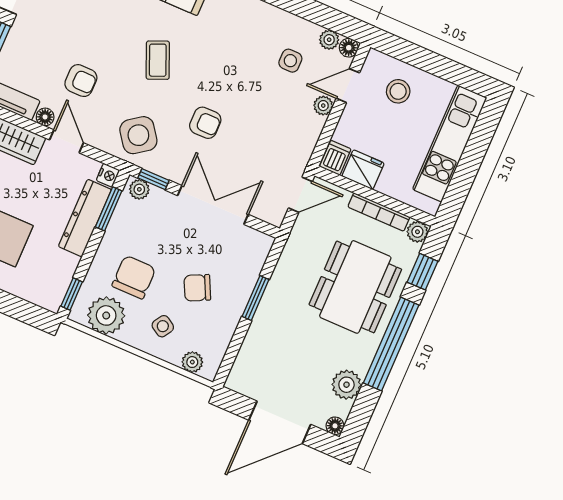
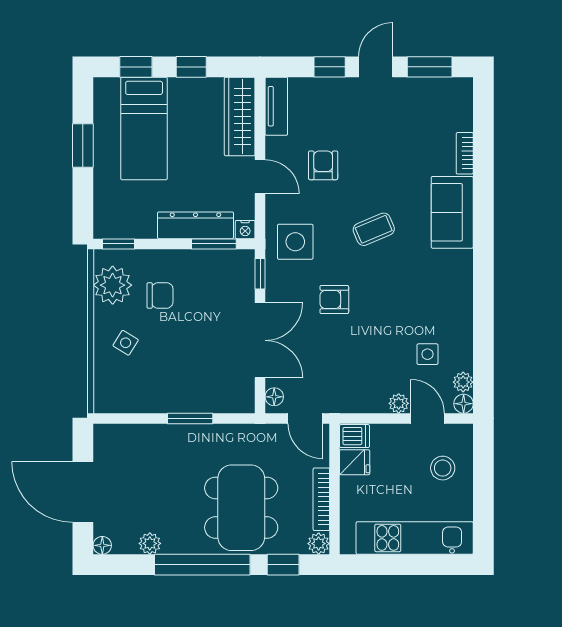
armchair: (81, 81) -> (323, 165), turned 180
floor lamp: (45, 117) -> (274, 397), moved
armchair: (205, 123) -> (334, 300), turned 90
side table: (138, 135) -> (295, 242), turned 36
door: (67, 141) -> (260, 177), hinge flipped
fridge: (363, 170) -> (355, 462), width x0.72
plant: (139, 189) -> (245, 265), removed
chair: (134, 277) -> (160, 295), width x0.73, depth x0.73
dining table: (355, 287) -> (241, 508), turned 90
chair: (197, 288) -> (176, 360), removed
plant: (192, 362) -> (104, 385), removed
plant: (346, 385) -> (150, 543), width x0.73, depth x0.73

